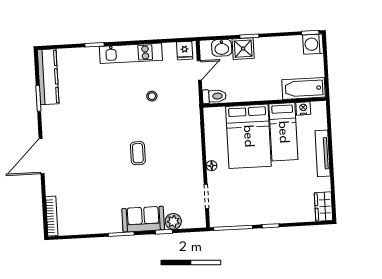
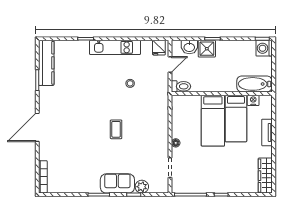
bed: (248, 136) -> (213, 121), width x0.67
tv unit: (323, 153) -> (267, 132), width x0.71
wardrobe: (324, 207) -> (265, 176), width x1.50

